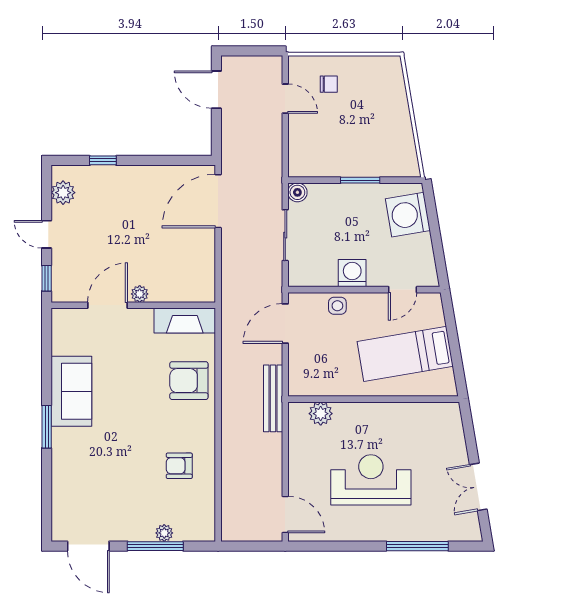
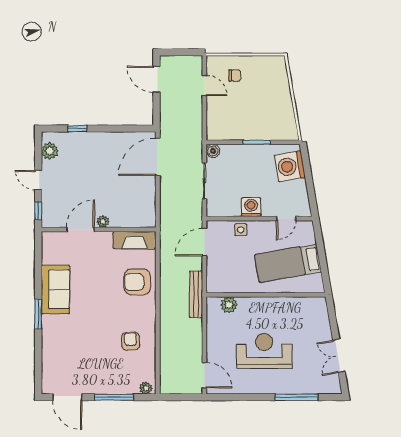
armchair: (179, 466) -> (131, 341), turned 86
plant: (164, 533) -> (146, 388), moved

